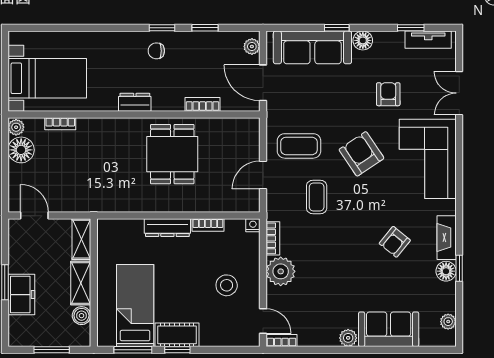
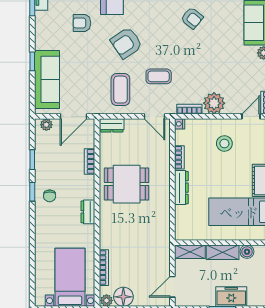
floor lamp: (363, 40) -> (42, 42), removed
bookcase: (60, 124) -> (104, 268), width x1.56
dresser: (251, 134) -> (112, 125), added
door: (263, 175) -> (155, 116), moved

